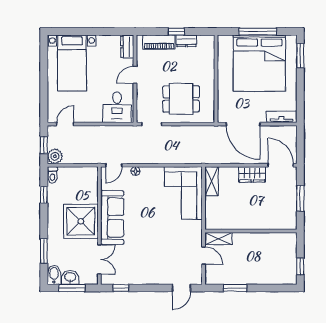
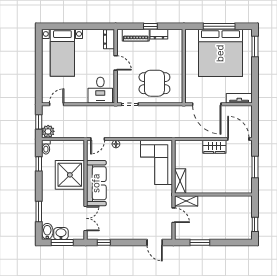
door: (135, 75) -> (116, 63), swing flipped
shelving: (212, 181) -> (180, 181), moved
shower: (81, 221) -> (70, 175), moved
door: (181, 288) -> (155, 243), hinge flipped

